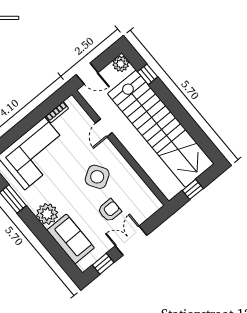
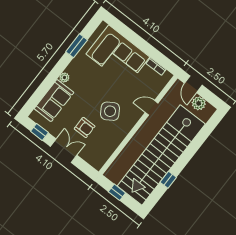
plant: (121, 64) -> (199, 103), moved
window: (148, 74) -> (168, 180), moved
plant: (47, 214) -> (64, 77), width x0.53, depth x0.53

